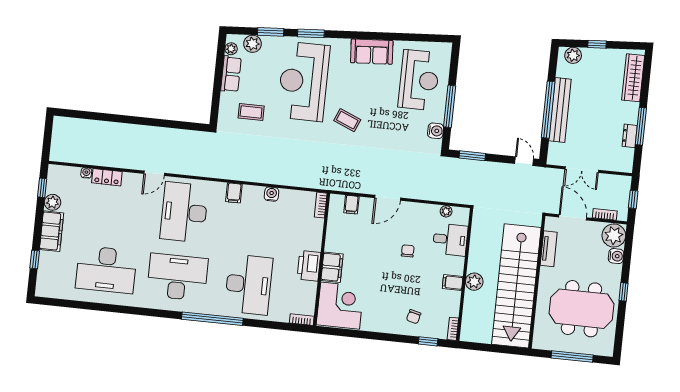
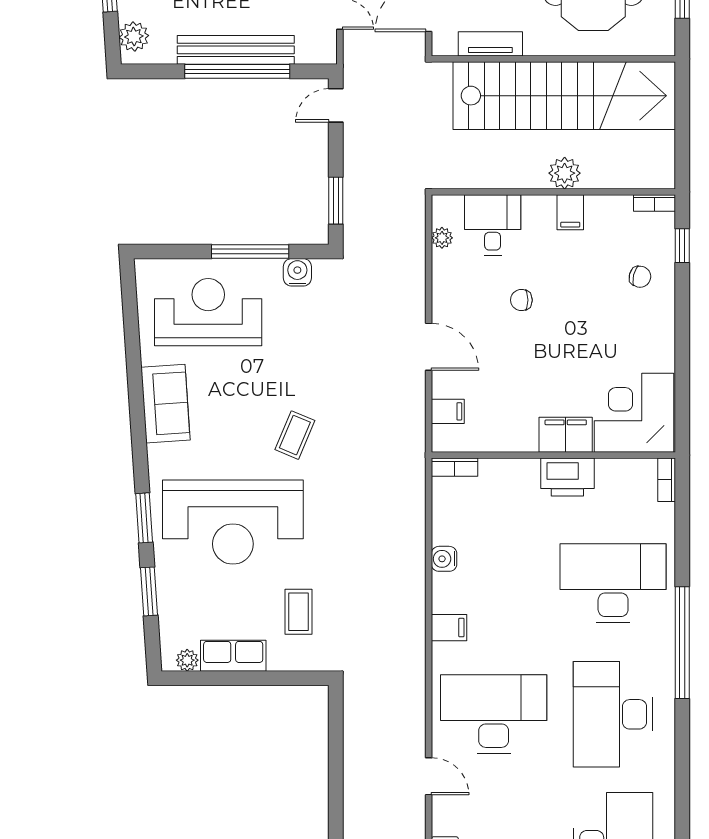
plant: (252, 44) -> (174, 622), removed
desk: (184, 212) -> (494, 714), turned 180

